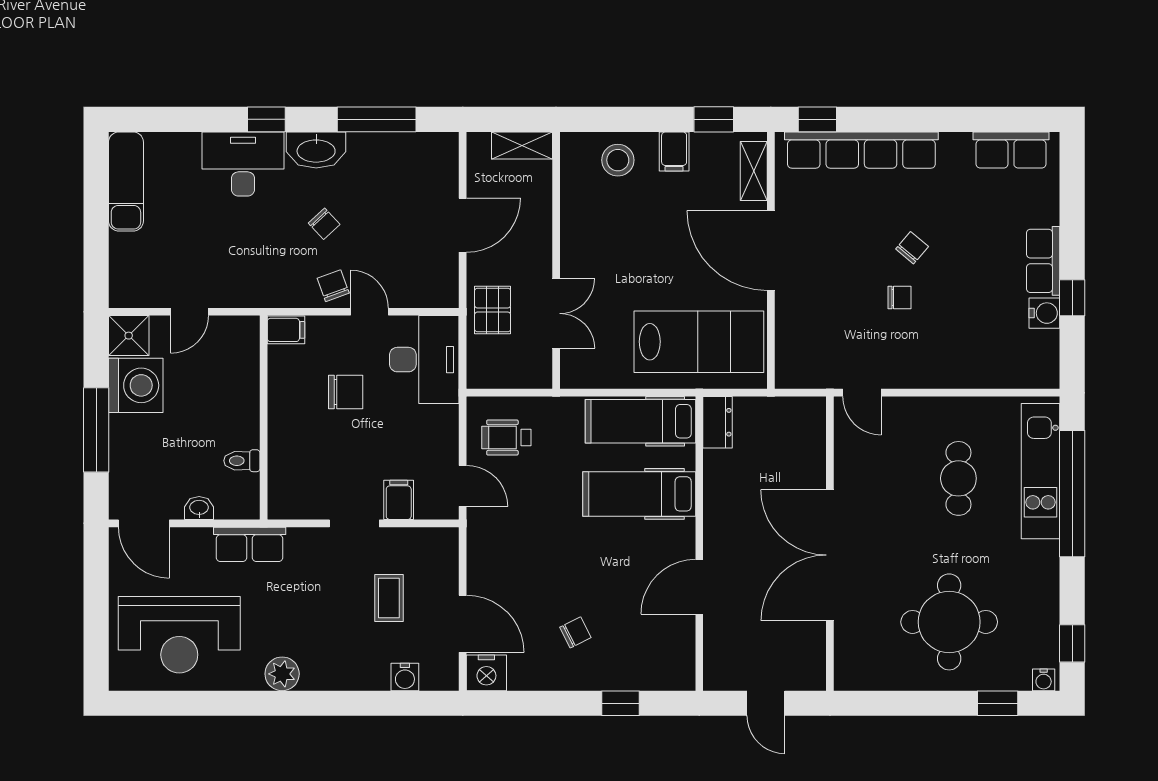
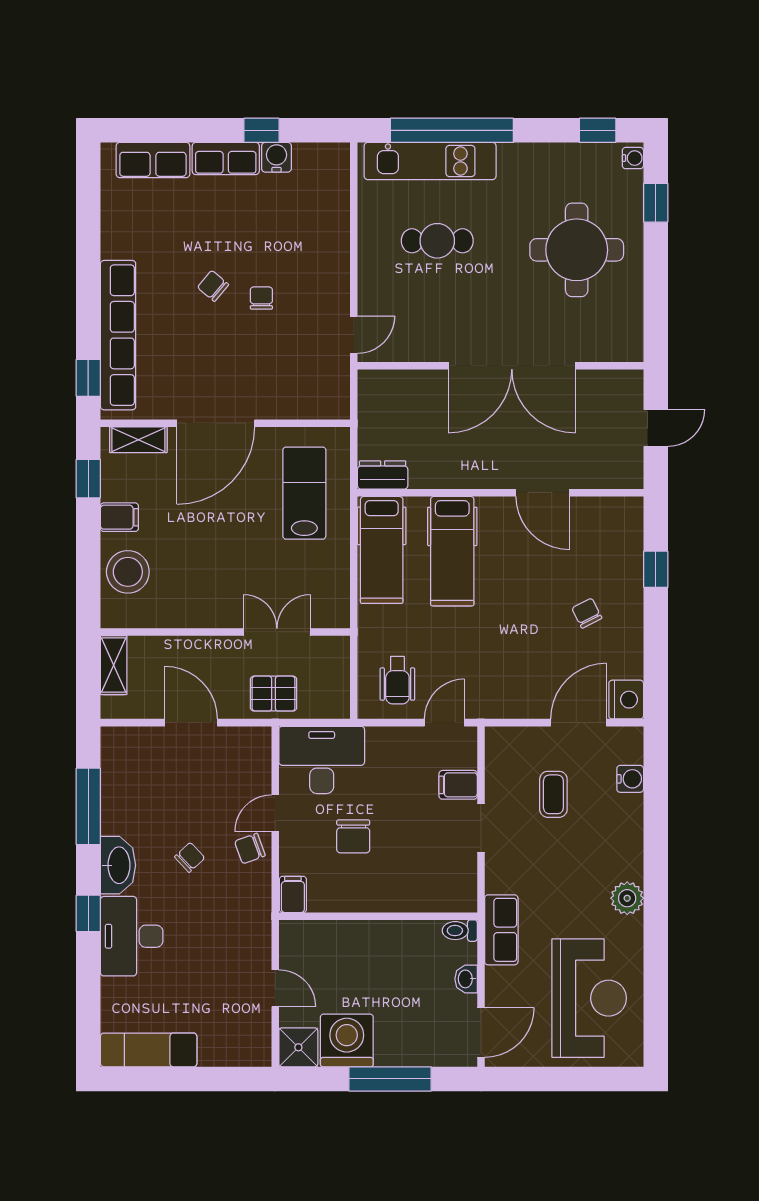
row of seats: (1011, 150) -> (153, 160), moved, turned 90
stool: (618, 160) -> (128, 572), width x1.38, depth x1.38
lab bench: (699, 342) -> (304, 493), width x0.73, depth x0.72
chair: (346, 392) -> (353, 836), turned 180
toilet: (242, 461) -> (460, 931), moved, turned 90
coffee table: (389, 598) -> (553, 794), turned 90

